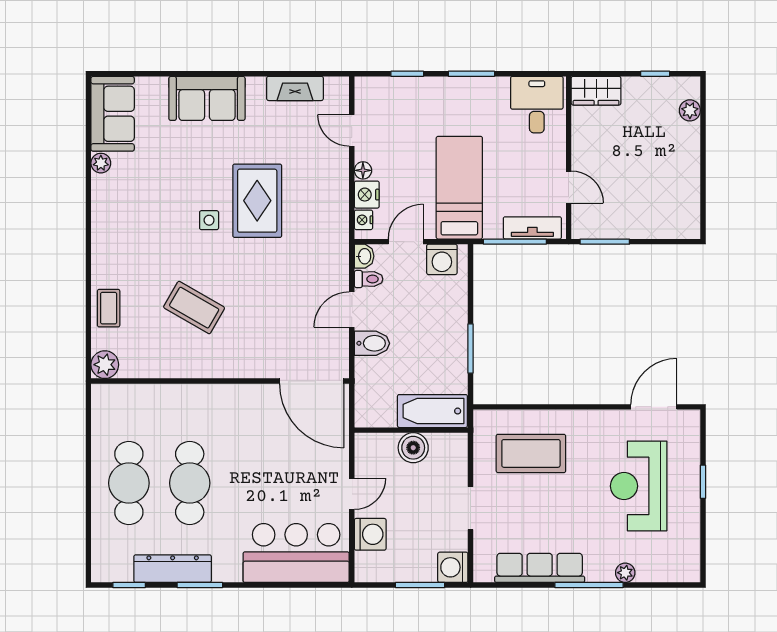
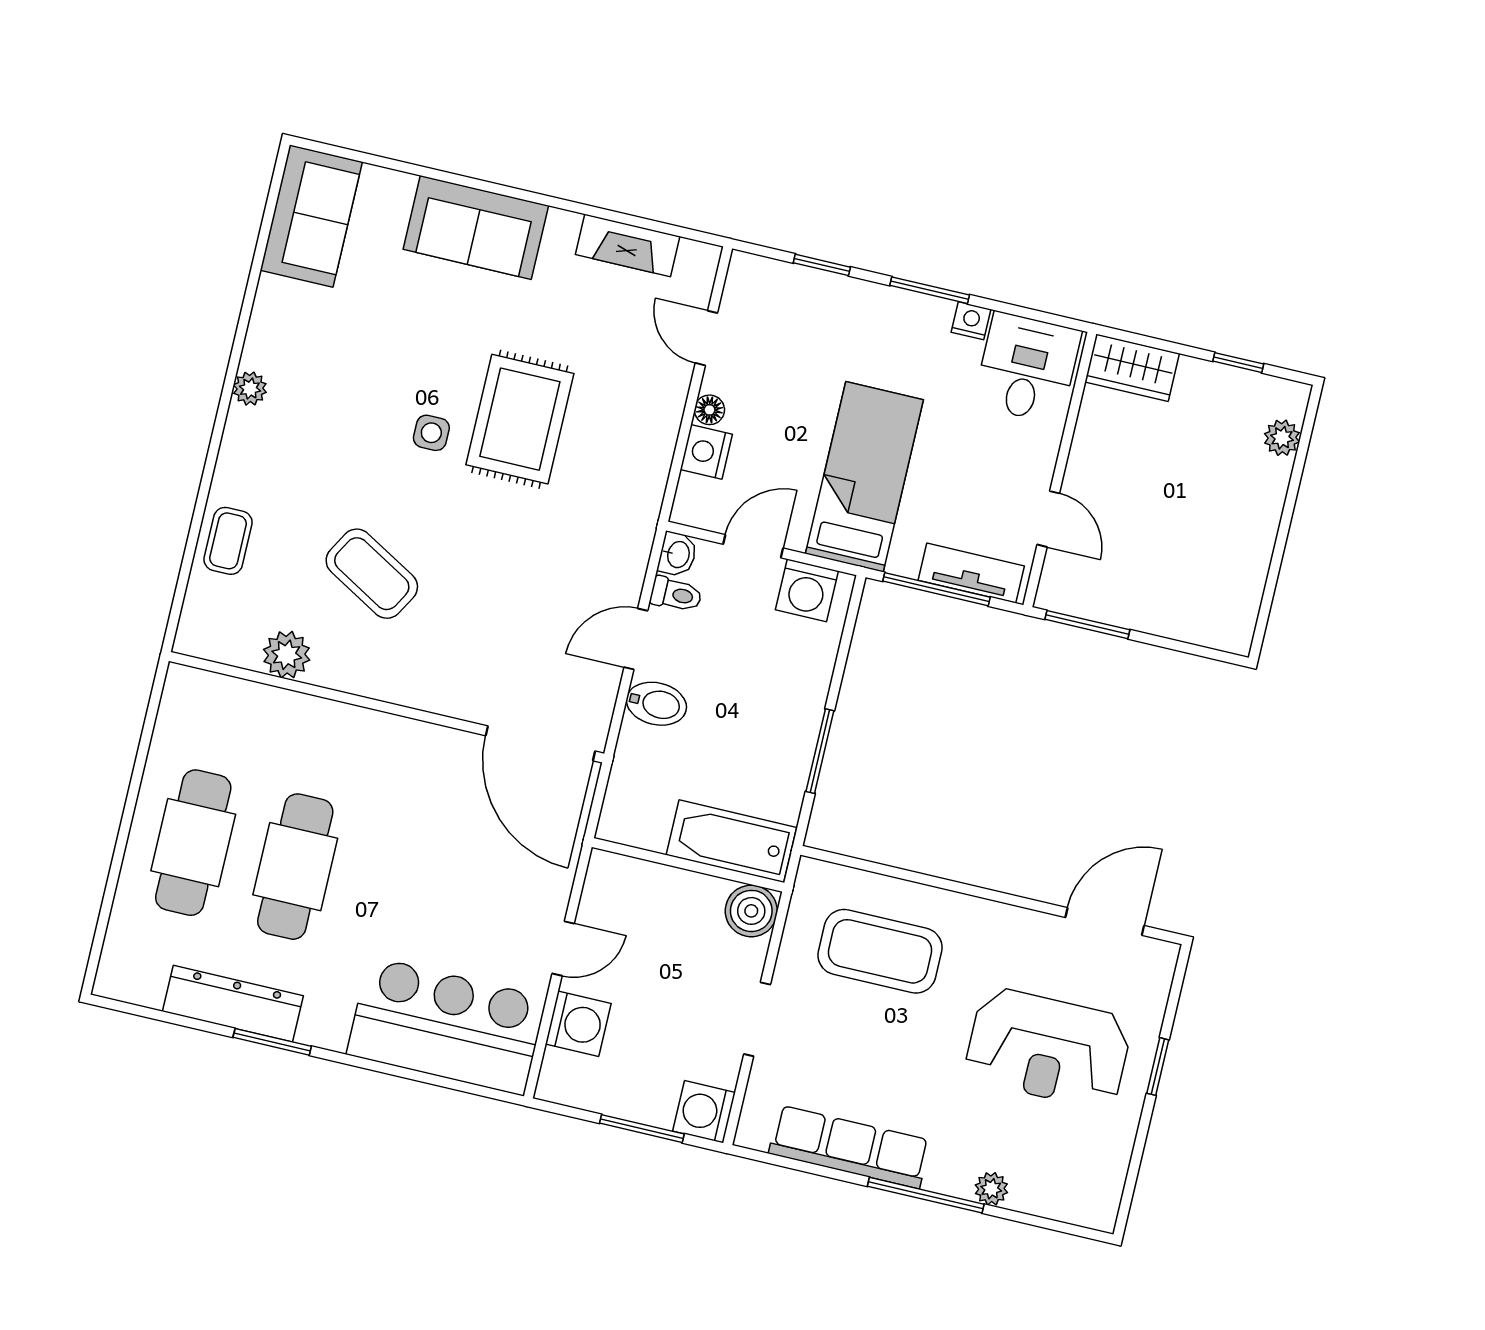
plant: (101, 163) -> (250, 389), moved
nightstand: (364, 220) -> (971, 321), moved, turned 90
plant: (105, 365) -> (287, 655), moved
boiler: (413, 448) -> (751, 911), moved
reception desk: (639, 486) -> (1048, 1048), turned -90
window: (129, 585) -> (153, 1014), removed

